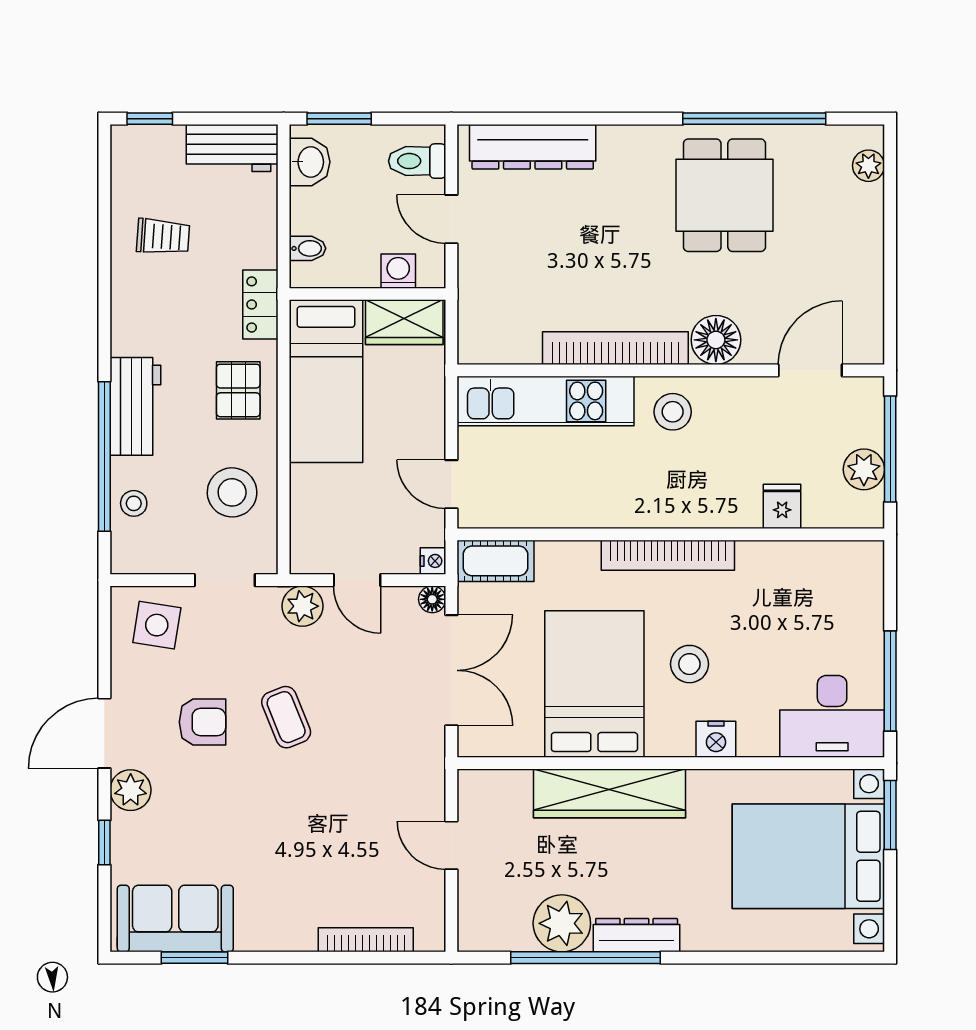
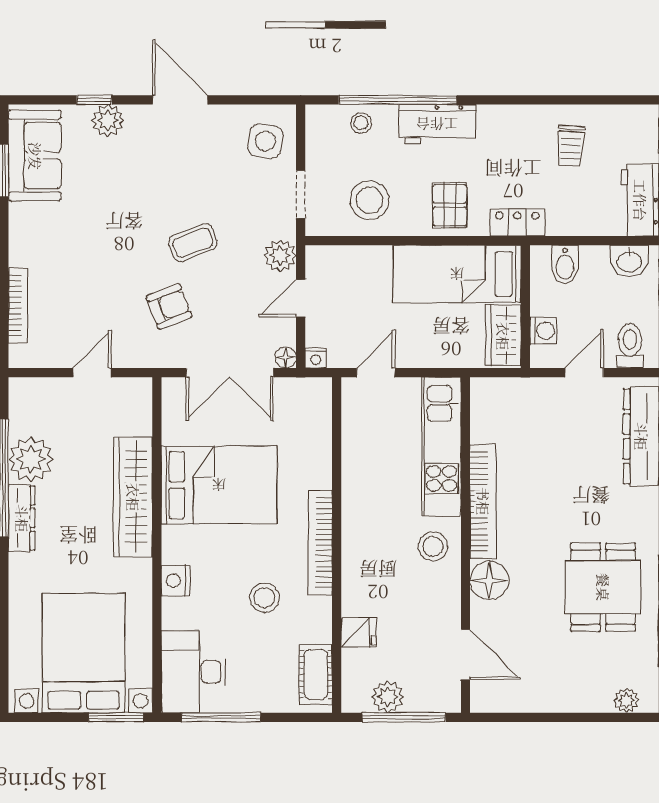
dining table: (724, 195) -> (603, 587), turned 90
bidet: (307, 248) -> (565, 265), width x1.38, depth x1.36
pallet: (238, 390) -> (450, 205), turned 90
cot: (495, 561) -> (316, 675), moved
stool: (689, 664) -> (264, 598), moved
armchair: (202, 722) -> (169, 306), moved, turned -111
plant: (131, 790) -> (108, 120), moved

